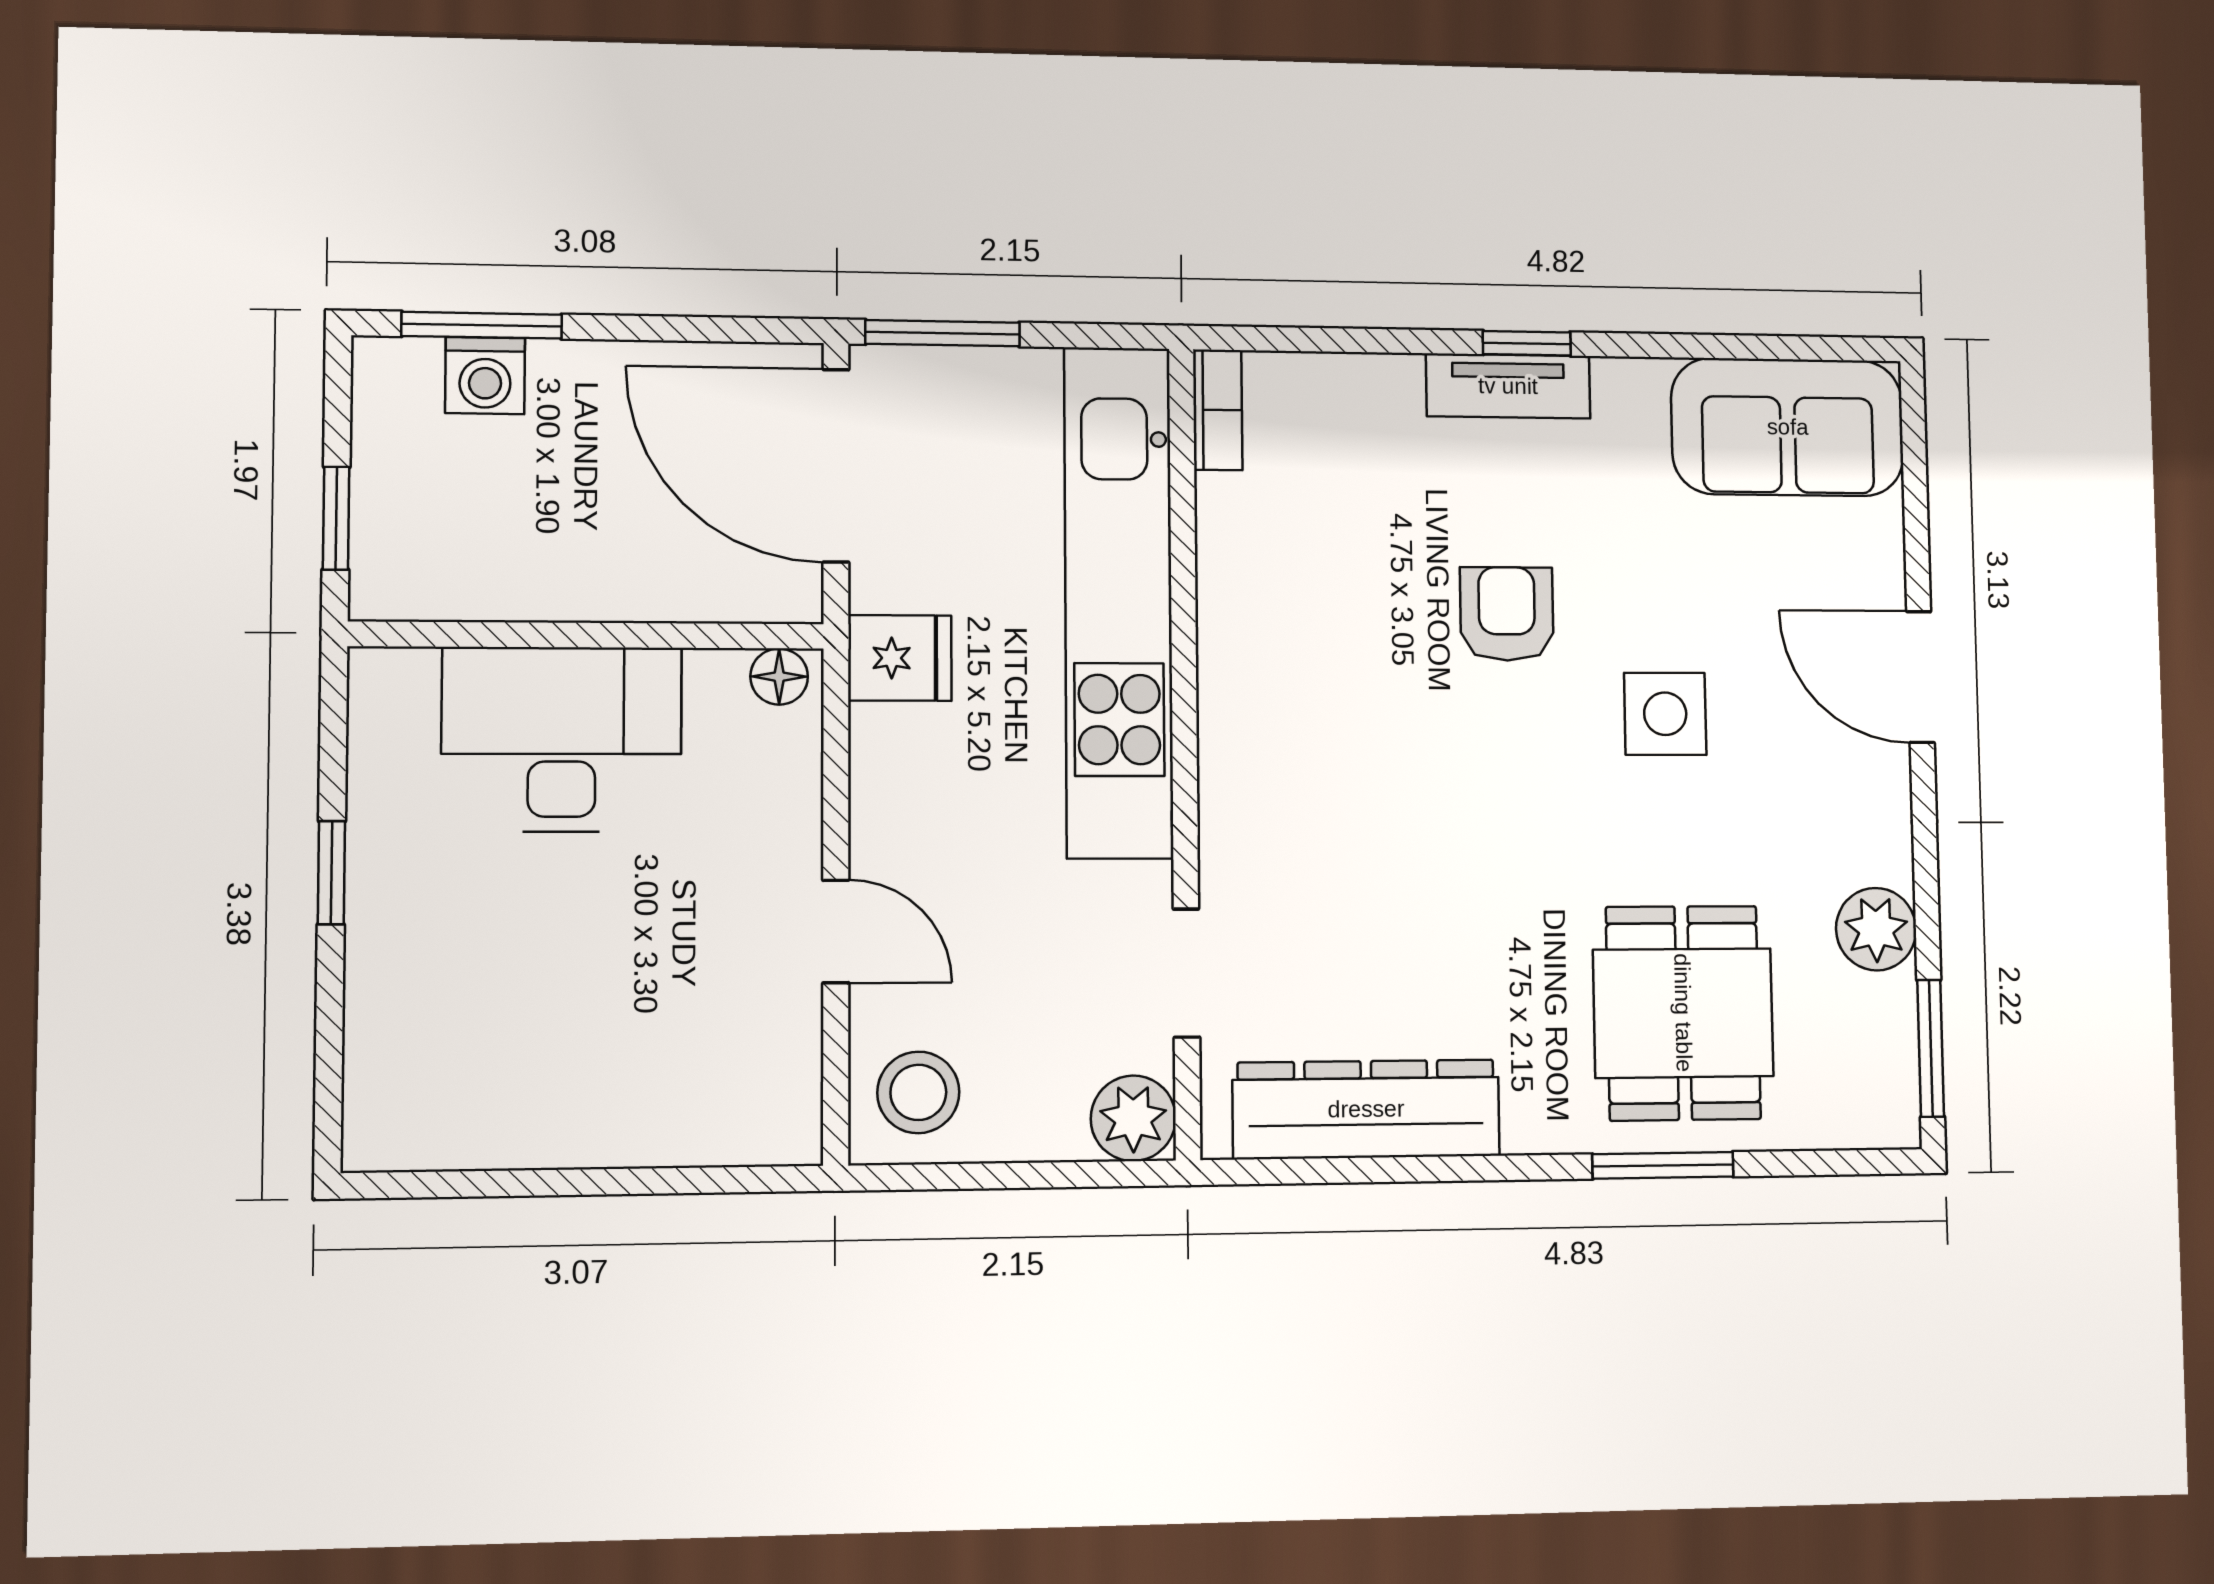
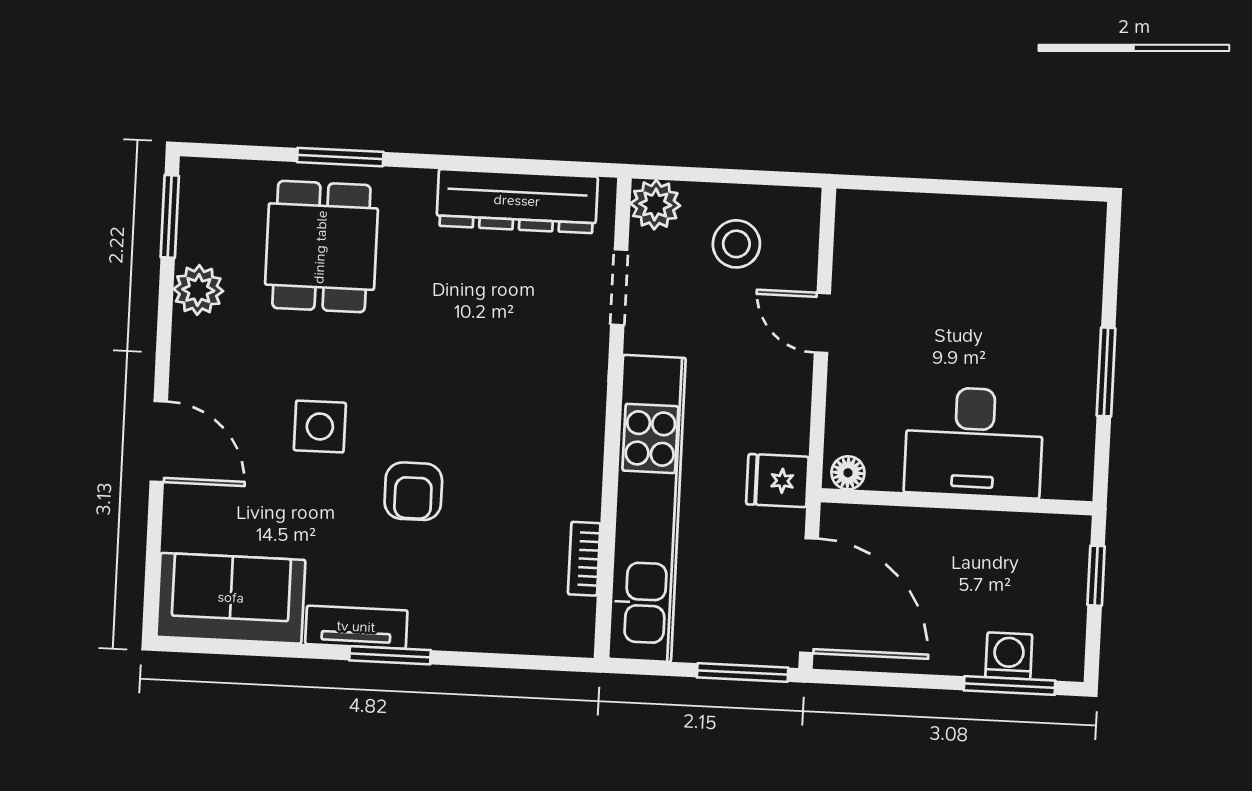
window: (1527, 343) -> (390, 655), width x1.50
tv unit: (1508, 386) -> (356, 627), moved
bookcase: (1218, 410) -> (584, 559), moved
window: (331, 873) -> (1106, 372), width x1.50
stool: (918, 1092) -> (736, 244), moved

